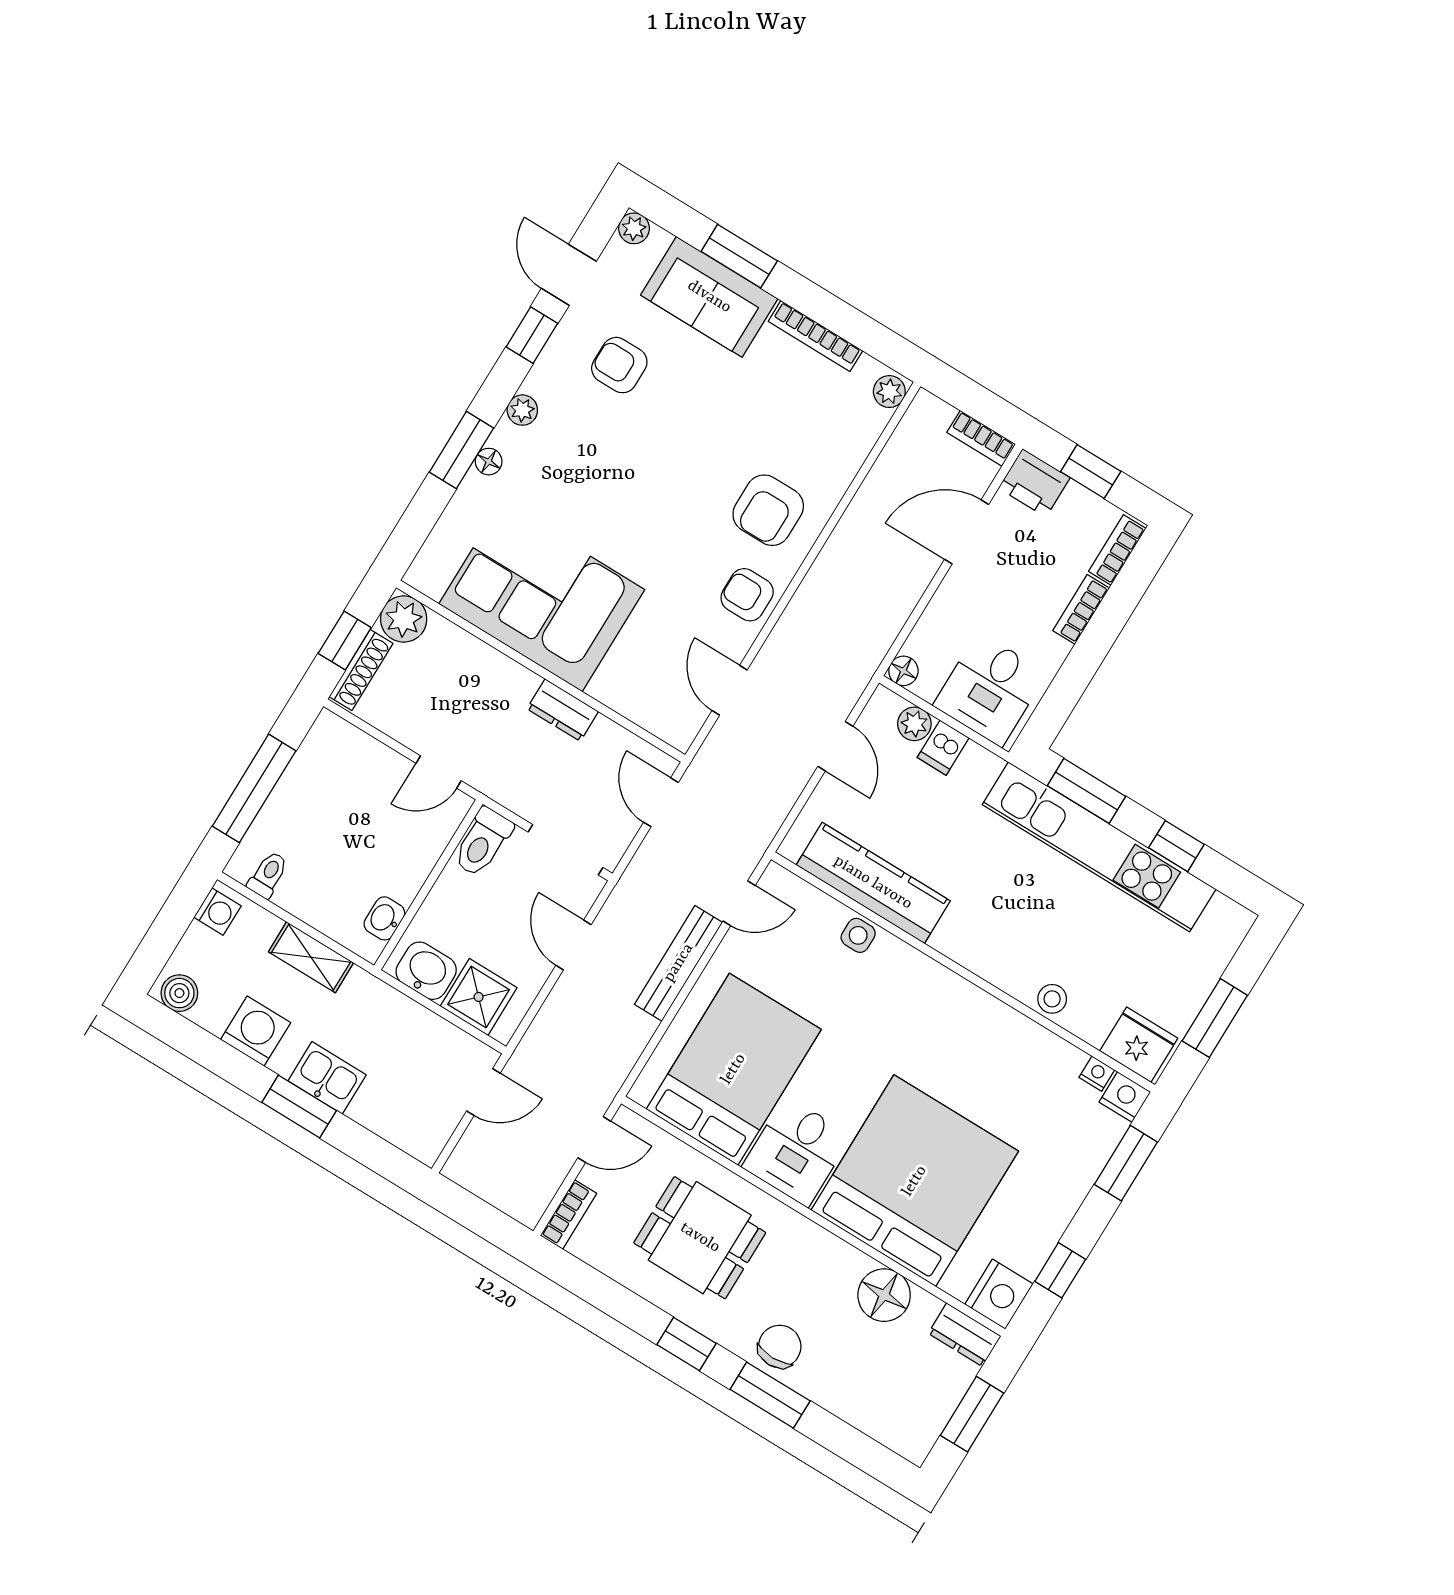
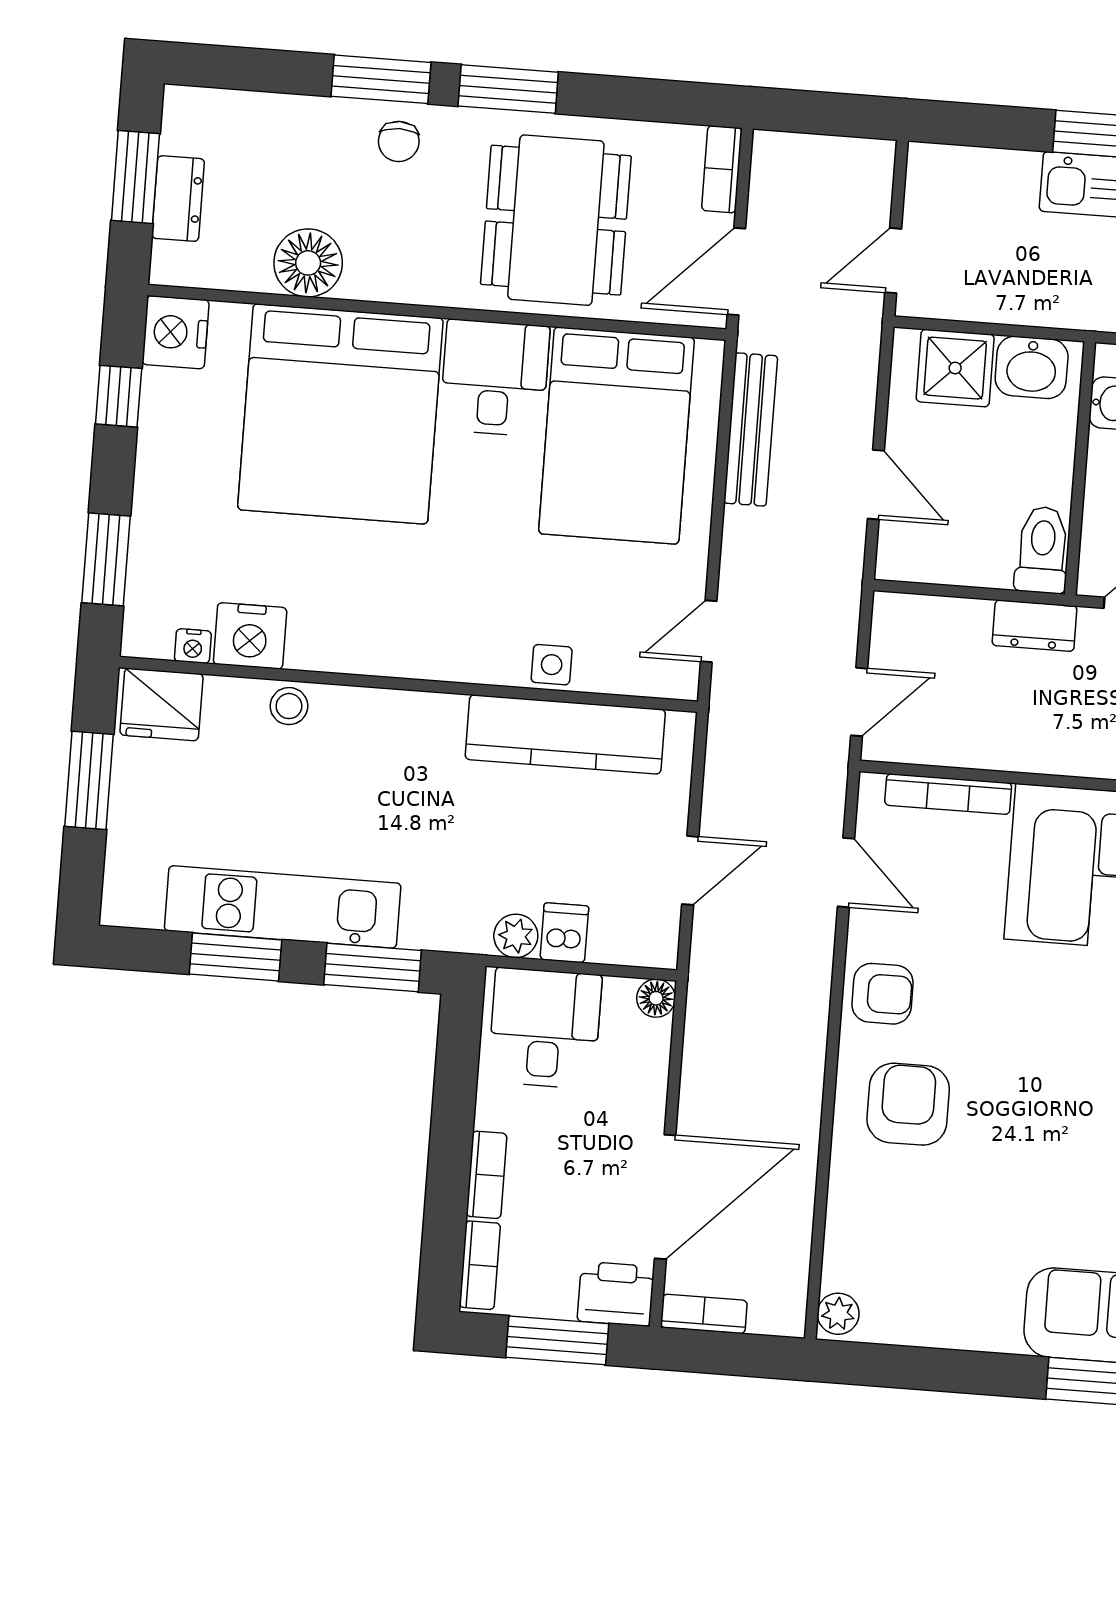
bookcase: (815, 336) -> (948, 794), moved, turned 180
window: (1091, 472) -> (557, 1340), width x1.50
door: (967, 532) -> (665, 1197), width x1.36
dresser: (563, 710) -> (1035, 626), moved, turned 180
plant: (914, 724) -> (516, 936), moved
door: (835, 746) -> (690, 870), swing flipped
door: (661, 802) -> (859, 702), hinge flipped
window: (1176, 846) -> (236, 957), width x1.50
kitchen unit: (1099, 847) -> (283, 907), width x0.73
doorway: (565, 850) -> (942, 590), removed
bench: (679, 963) -> (751, 429), moved
nightstand: (1125, 1097) -> (250, 636), moved, width x1.36, depth x1.33
door: (594, 1139) -> (736, 272), width x1.38
dining table: (700, 1238) -> (556, 220), width x1.38
dresser: (965, 1335) -> (178, 199), moved, turned 90
window: (687, 1344) -> (508, 89), width x1.50
chair: (780, 1346) -> (399, 141), width x0.73, depth x0.73

